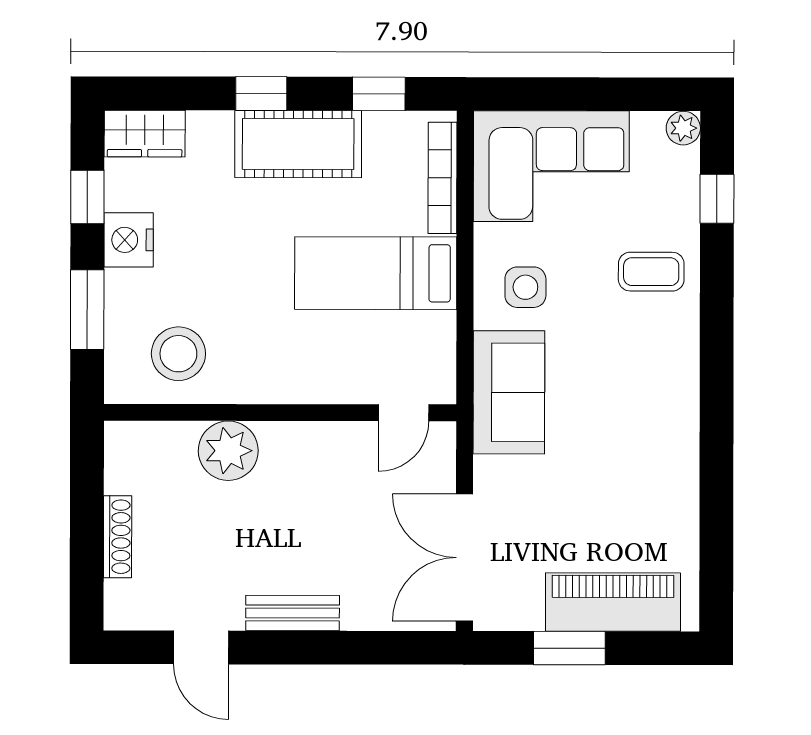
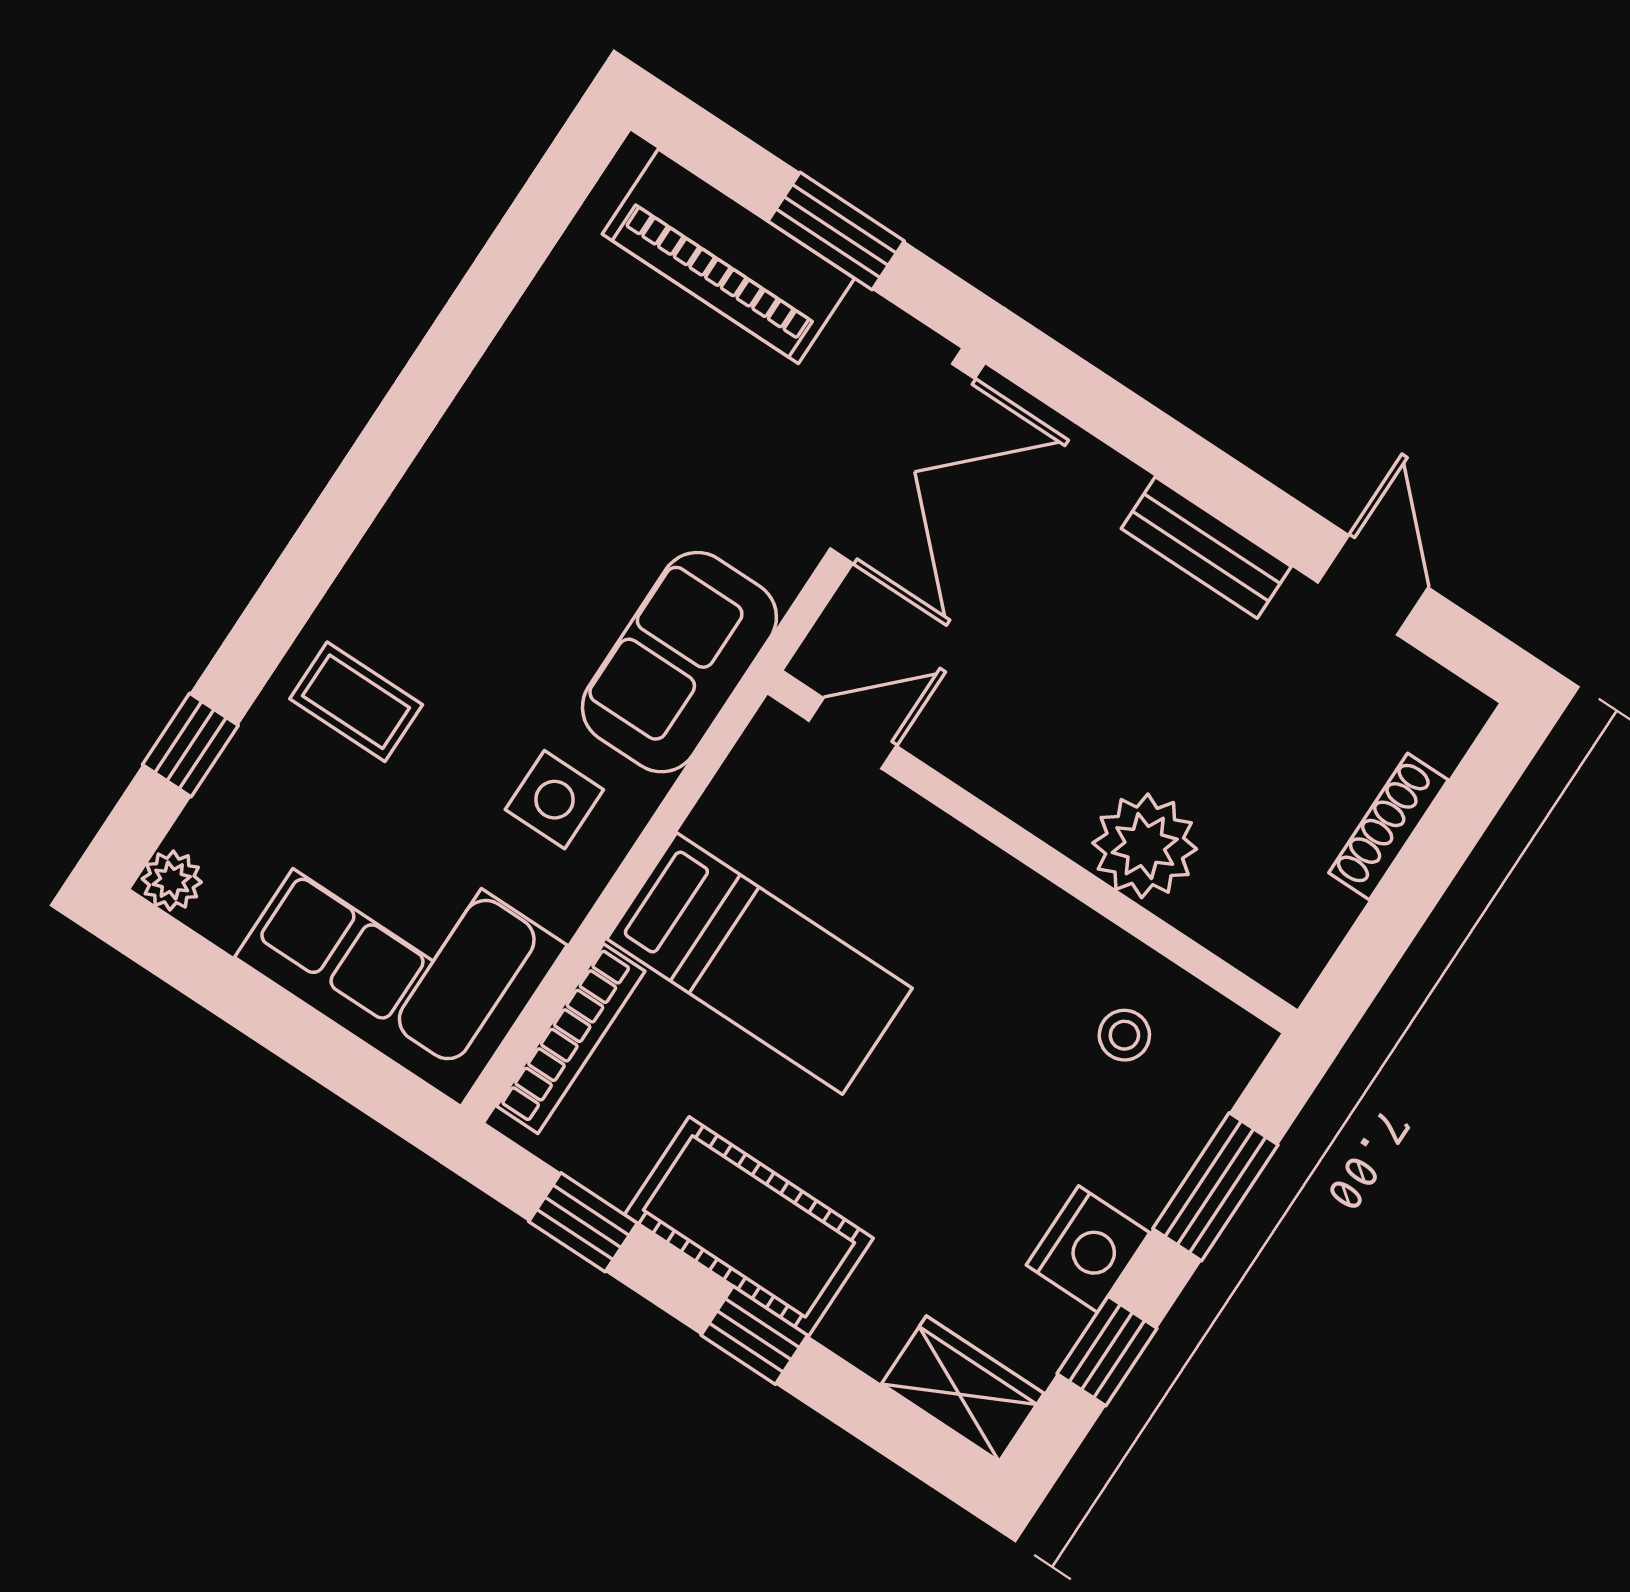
stool: (178, 354) -> (1124, 1035), width x0.53, depth x0.53

